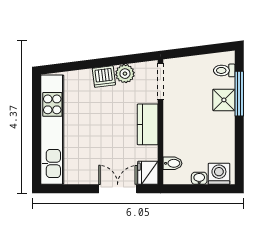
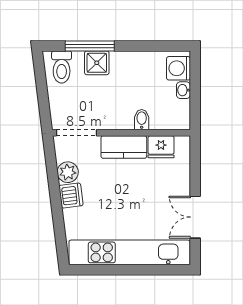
toilet: (224, 70) -> (62, 67), width x1.37, depth x1.39
bidet: (173, 163) -> (142, 120), moved
fridge: (148, 173) -> (161, 147), moved
double door: (118, 189) -> (195, 217), moved

